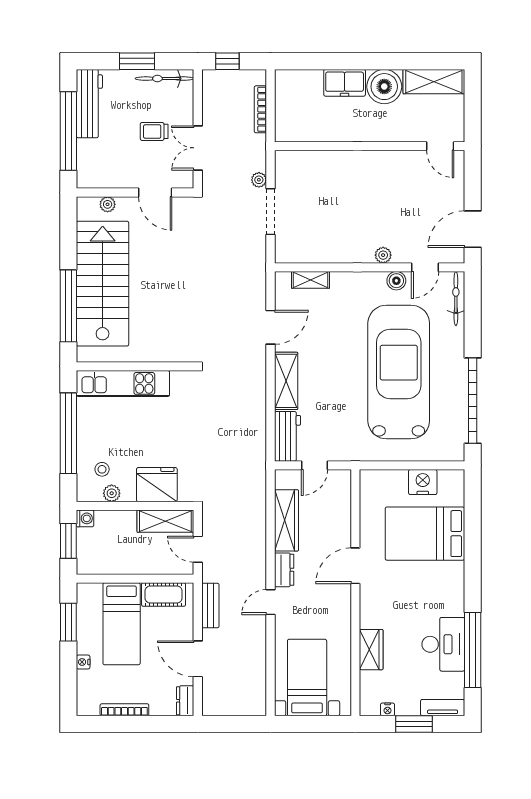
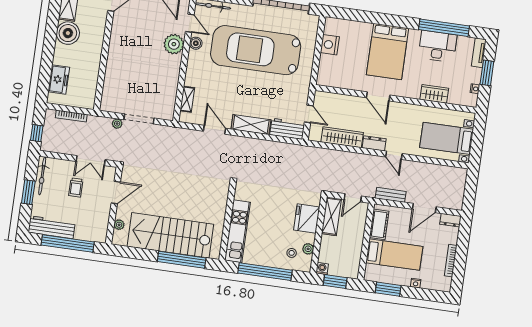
freezer: (345, 83) -> (59, 79), moved
plant: (383, 255) -> (174, 44), width x1.87, depth x1.87
bed: (425, 534) -> (388, 51), moved

